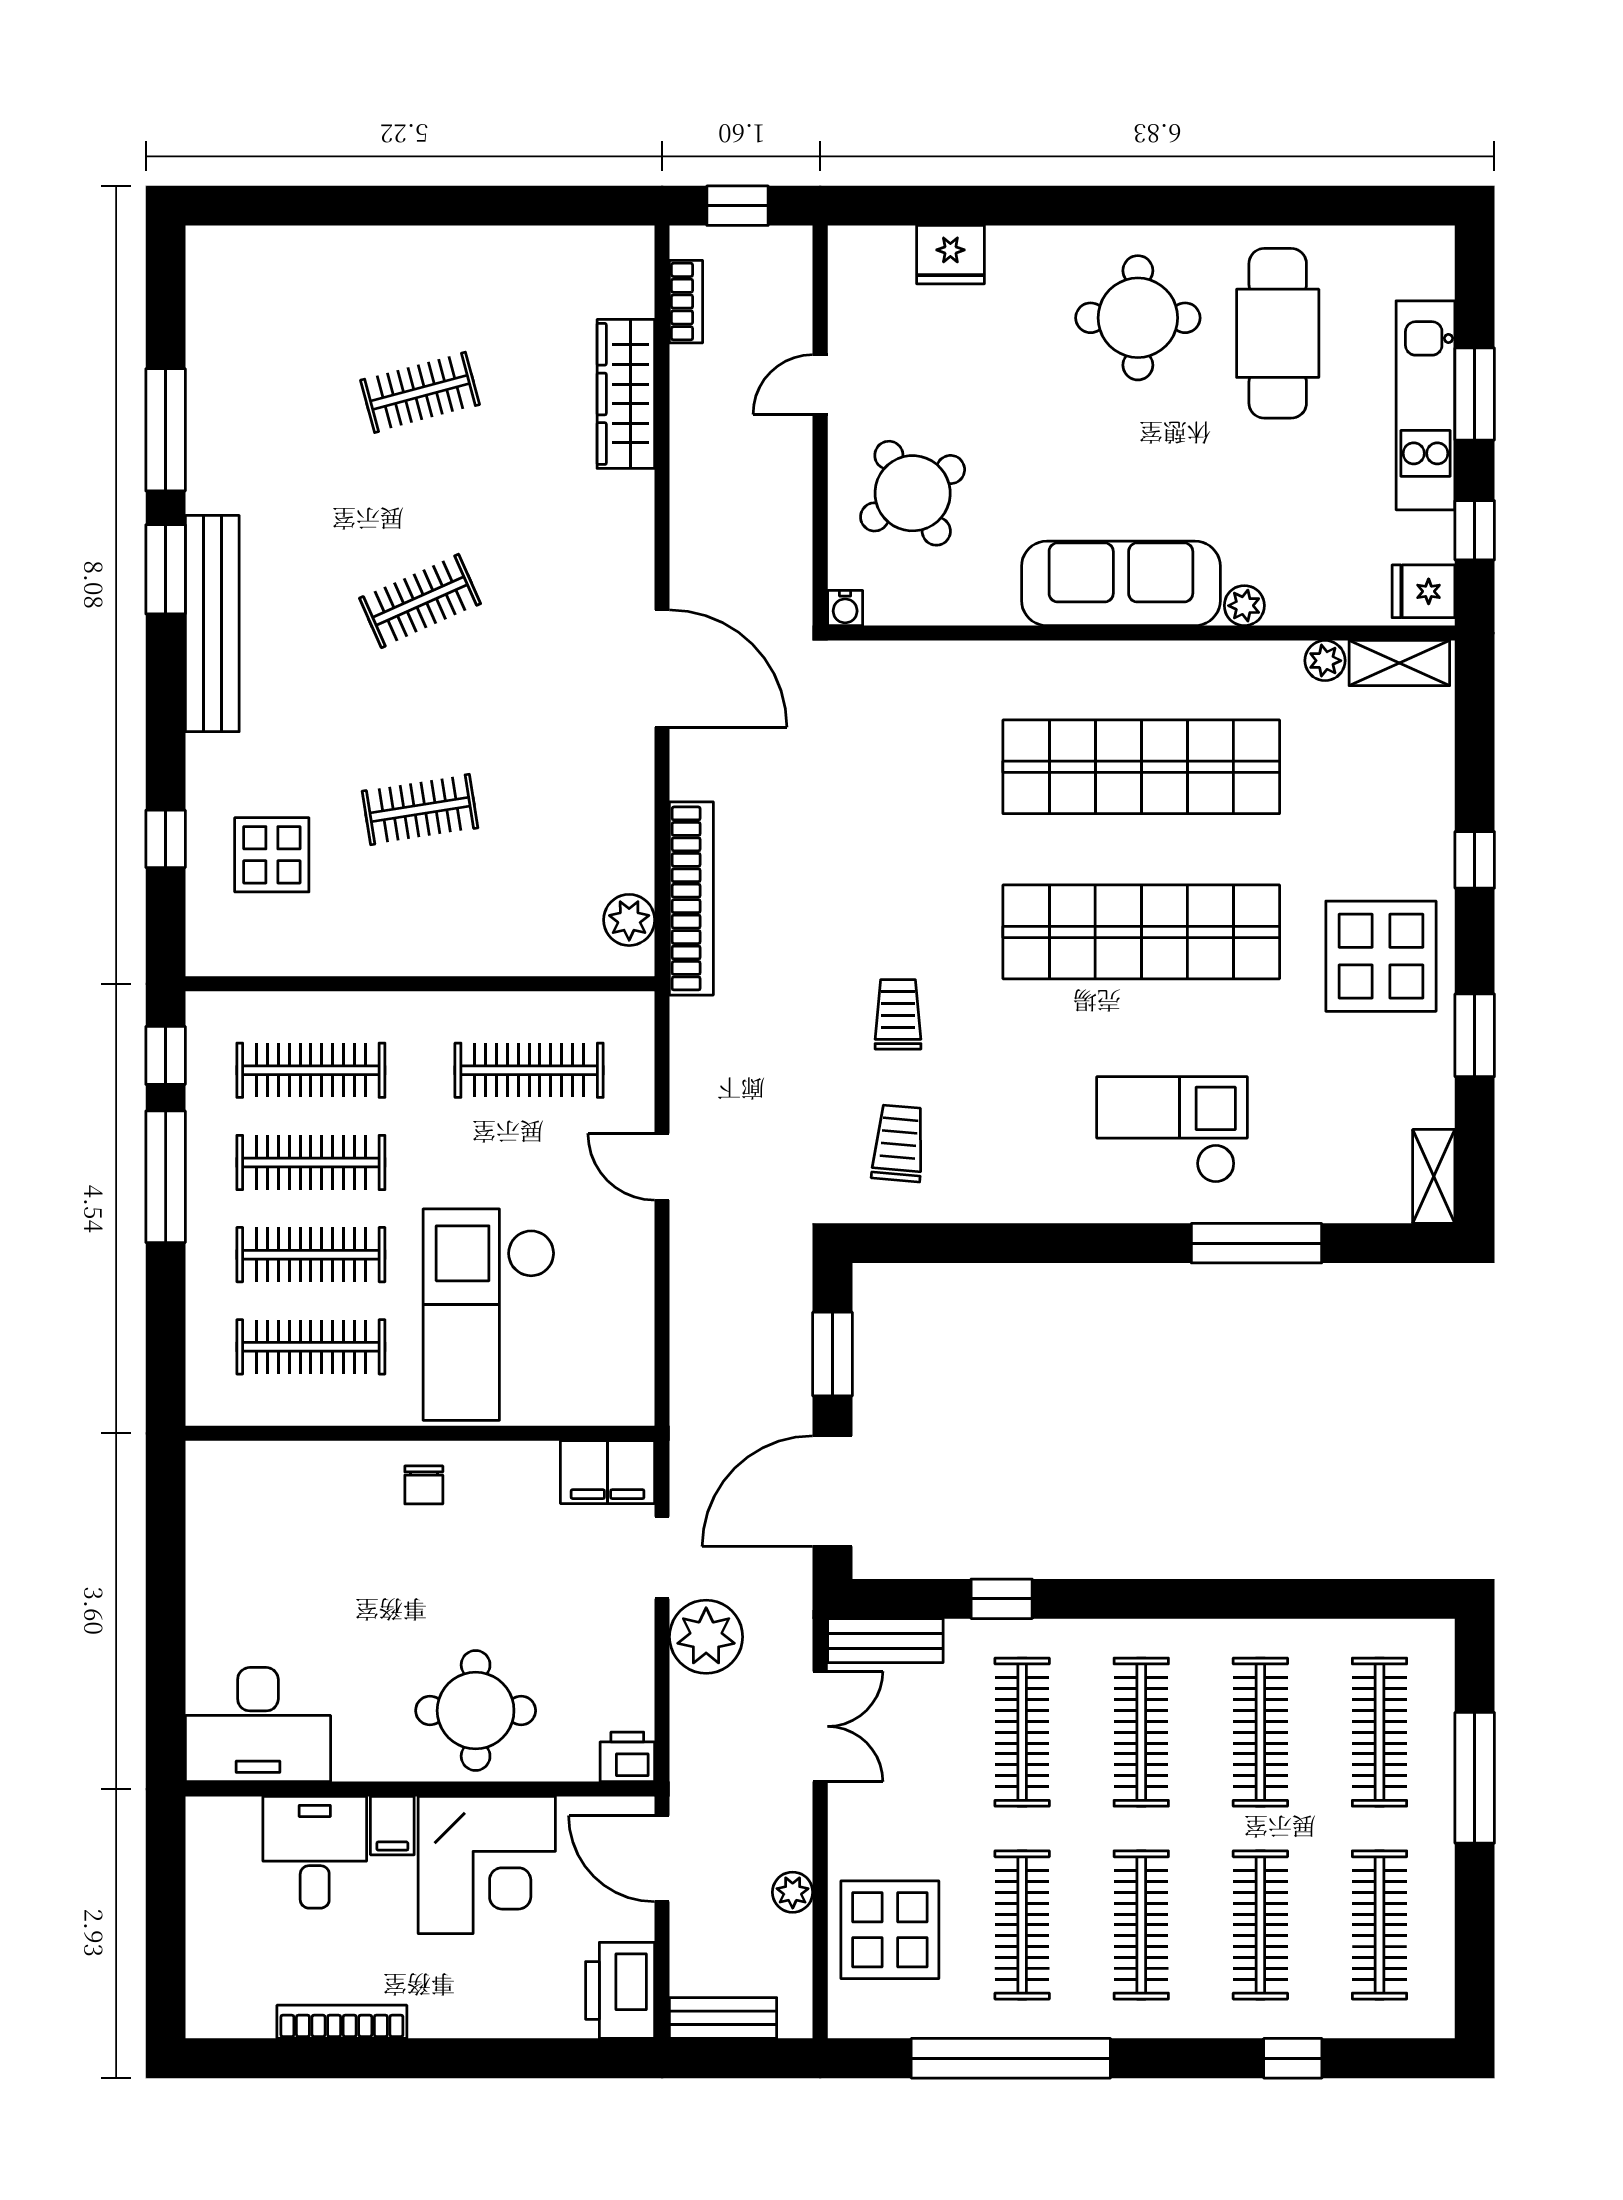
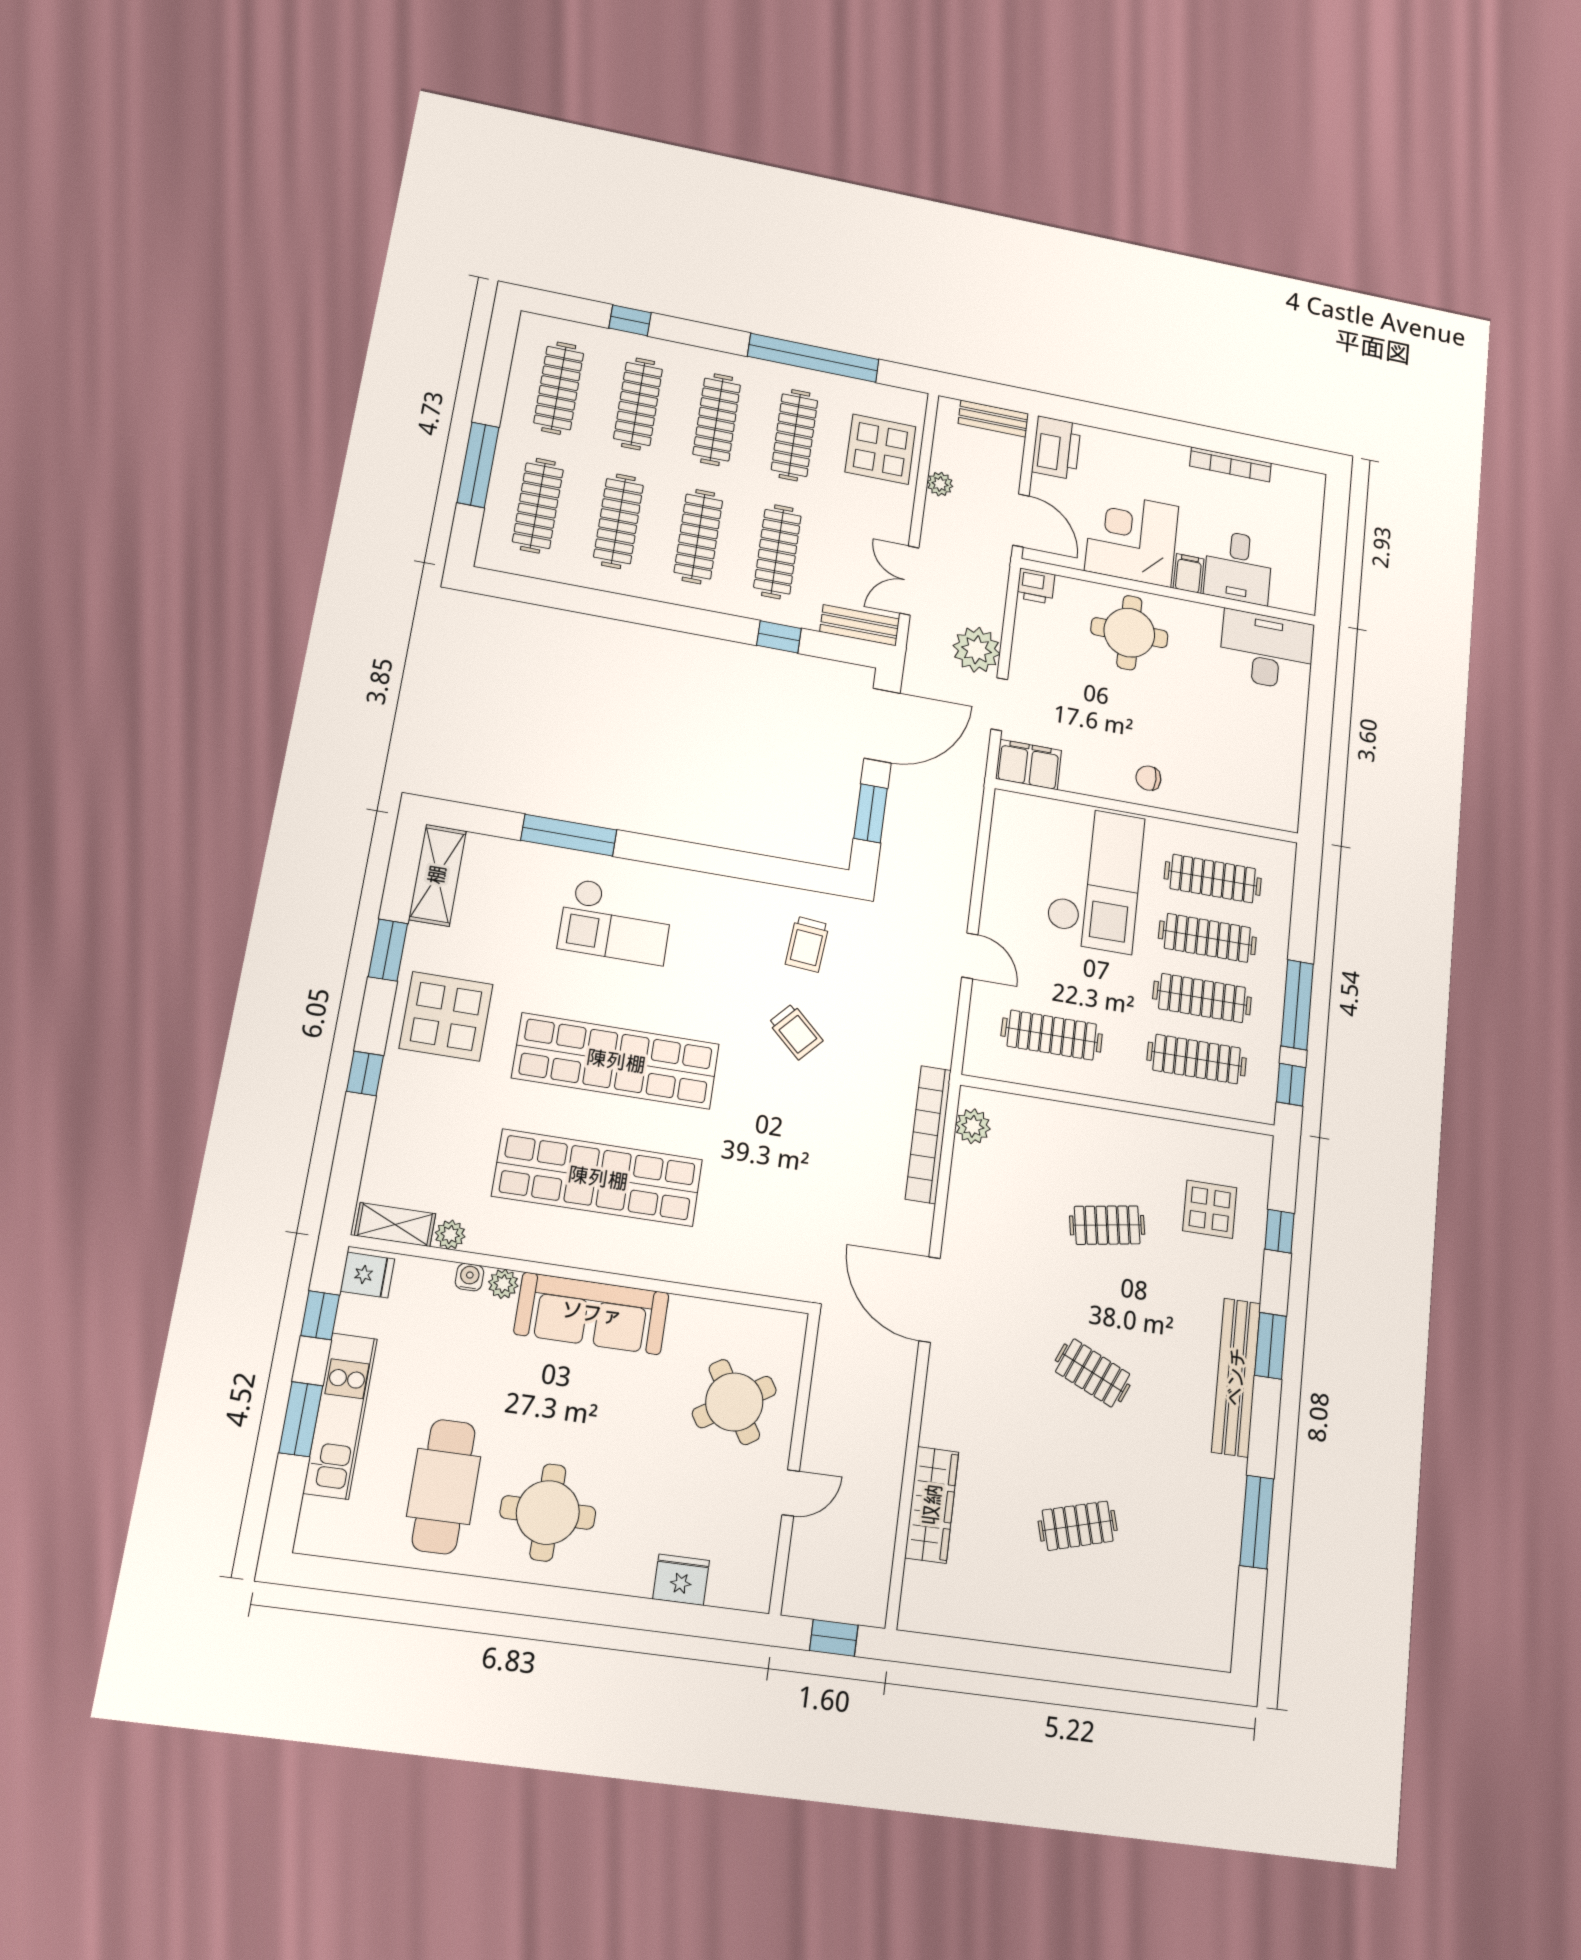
bookcase: (686, 302) -> (880, 1569), removed
window: (166, 569) -> (1271, 1346), moved
clothes rail: (420, 601) -> (1093, 1373), turned 48
water cooler: (845, 608) -> (469, 1277), moved
trolley: (898, 1014) -> (796, 1032), turned -47
shelving: (1434, 1176) -> (437, 875), width x1.50, depth x1.33
chair: (424, 1485) -> (1148, 778), turned -90

